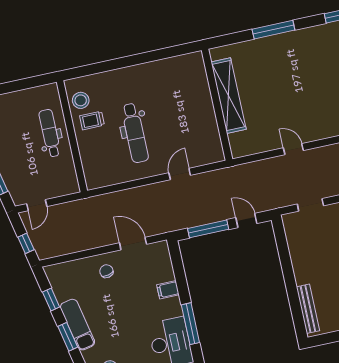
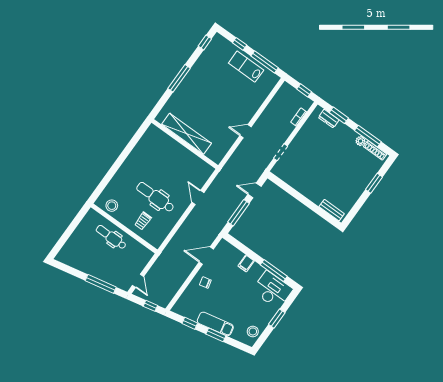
trolley: (92, 120) -> (143, 221), moved
dental chair: (135, 133) -> (155, 197), turned 180
bench: (308, 309) -> (332, 210), width x0.73

